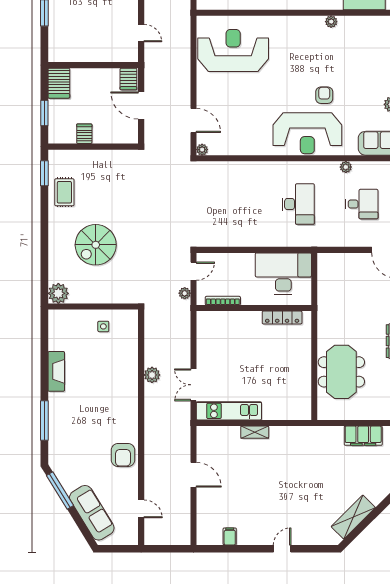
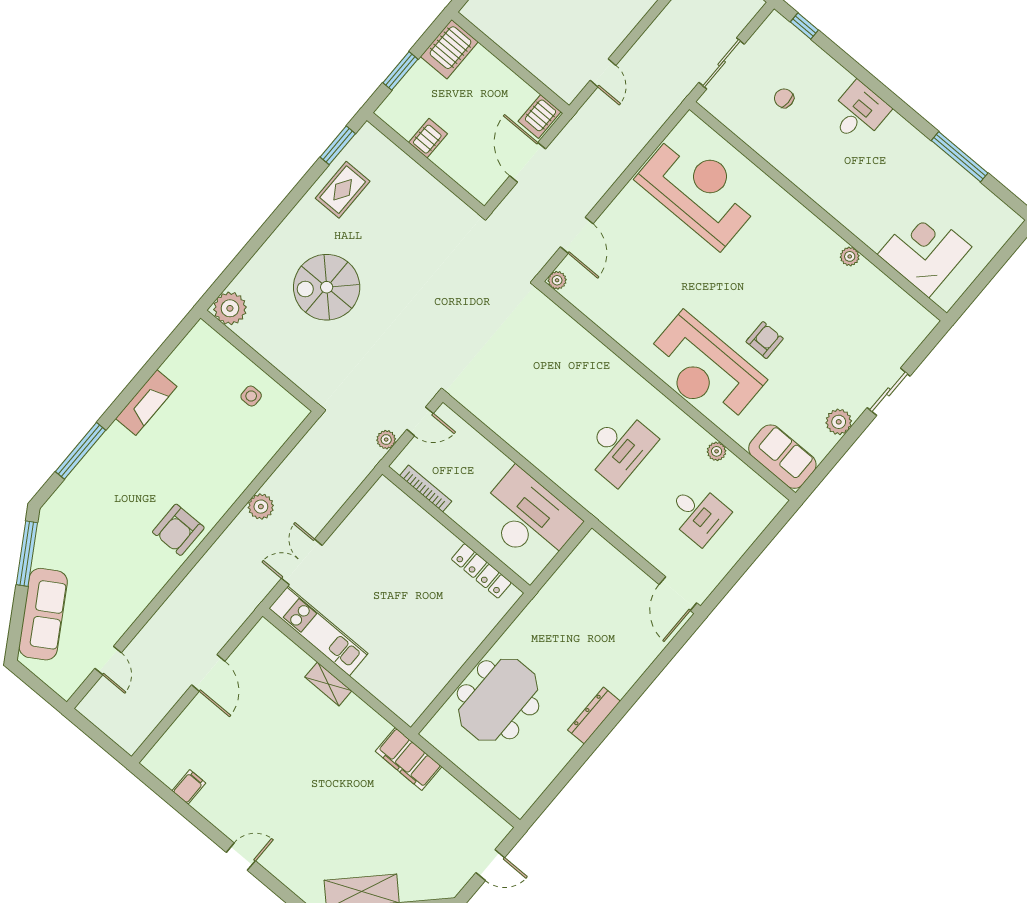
filing cabinet: (363, 436) -> (408, 759), moved
armchair: (123, 455) -> (178, 530), moved

